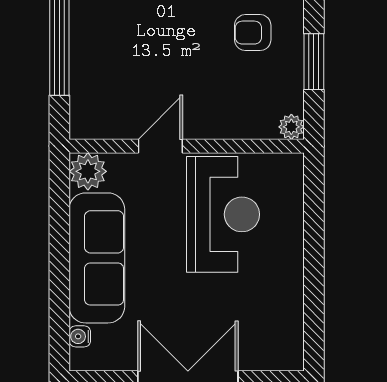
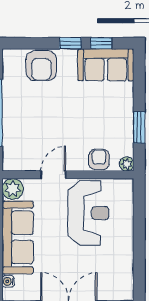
armchair: (253, 33) -> (99, 159), moved, turned 90

